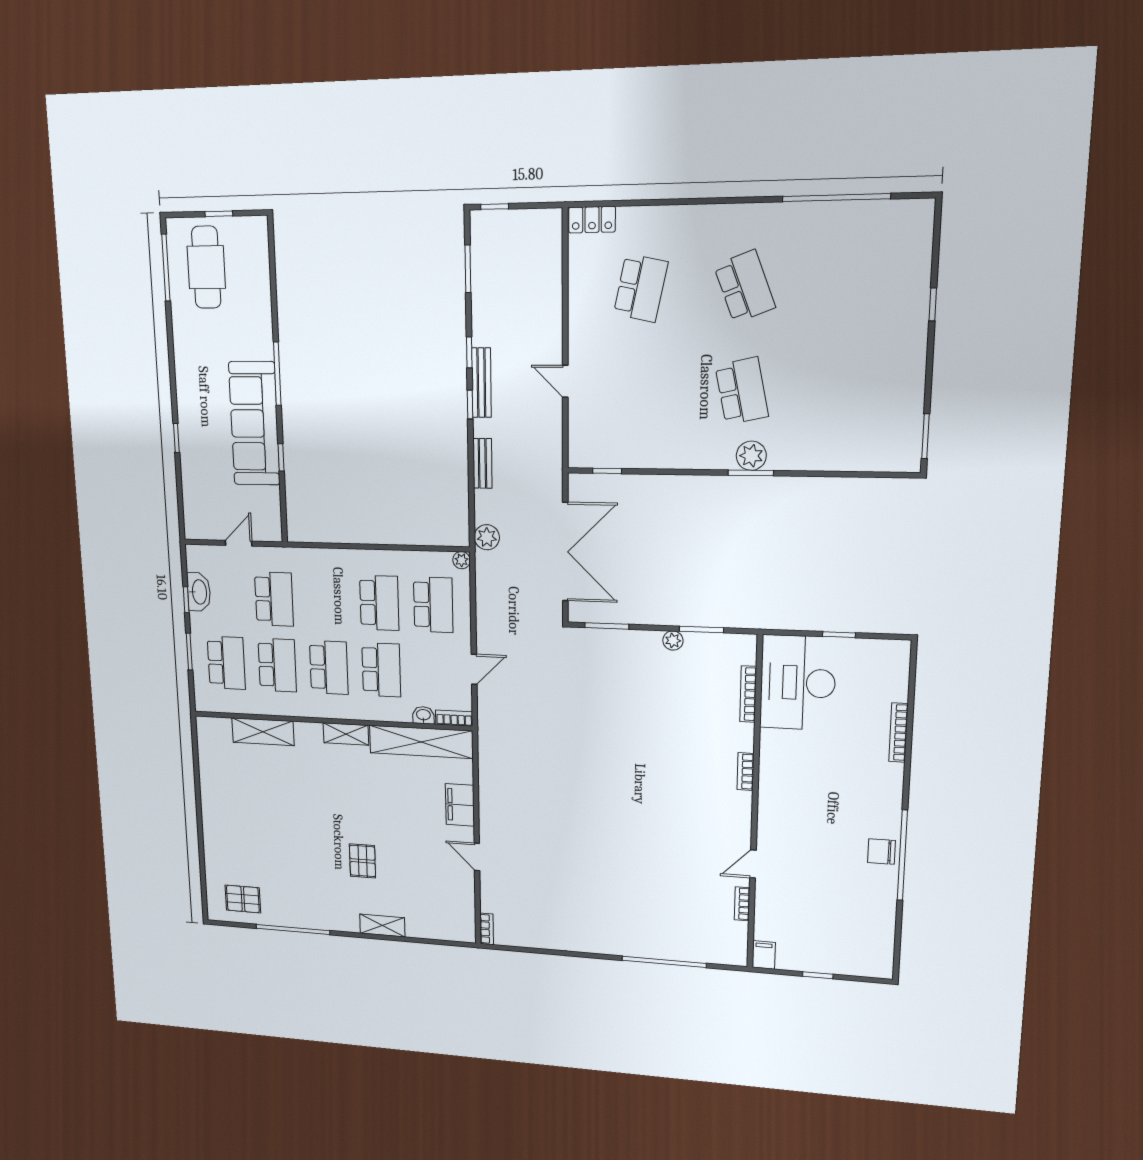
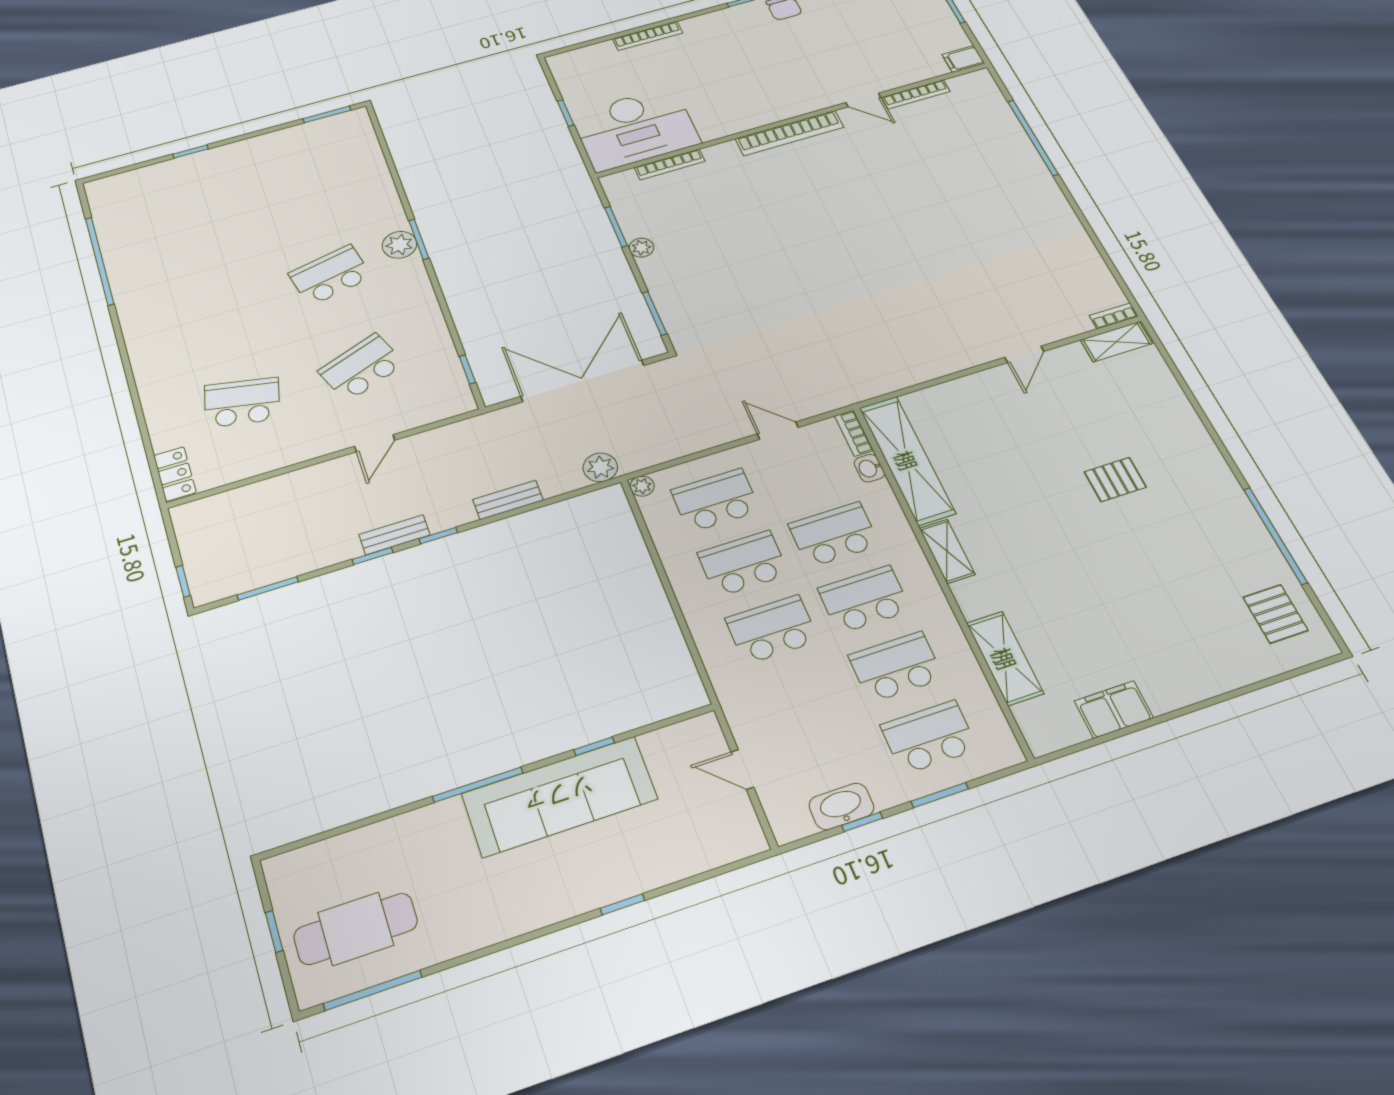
school desk: (745, 287) -> (361, 367), moved
bench: (481, 383) -> (394, 535), width x0.73
school desk: (274, 599) -> (772, 629), moved
bookcase: (745, 772) -> (790, 133), width x2.31, depth x1.31
filing cabinet: (460, 805) -> (1114, 709), moved, turned 180
bookcase: (742, 904) -> (916, 94), width x1.56
shelving: (382, 926) -> (1116, 342), moved, turned 90

